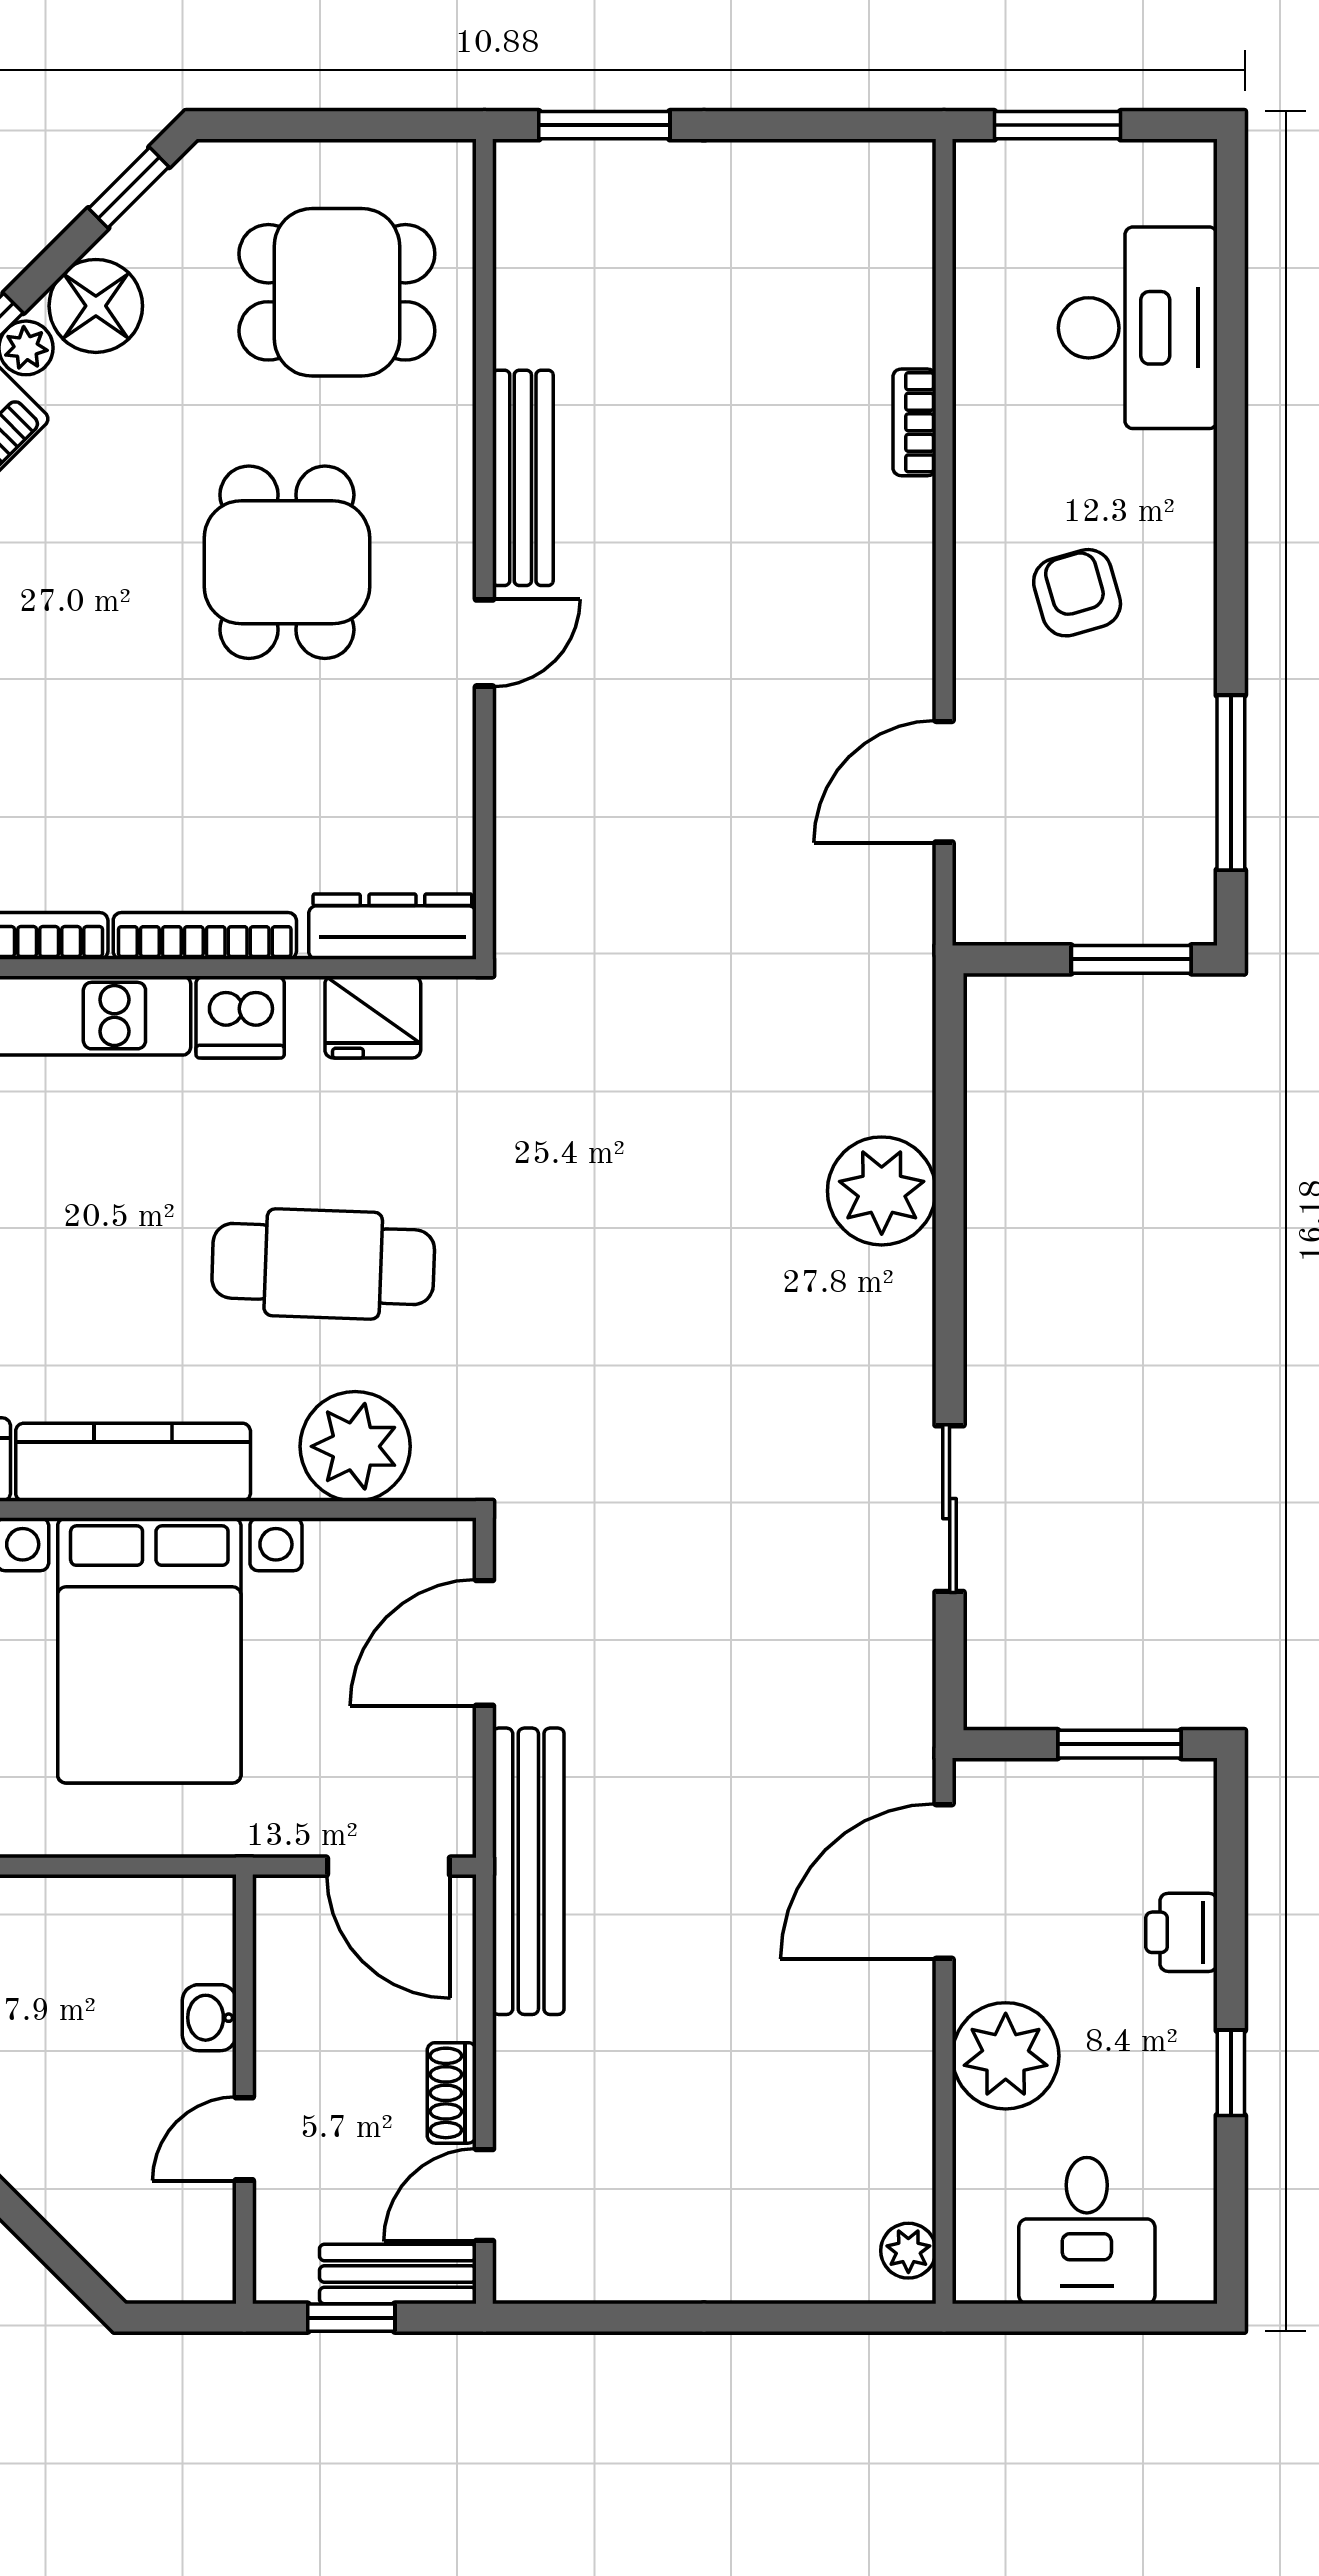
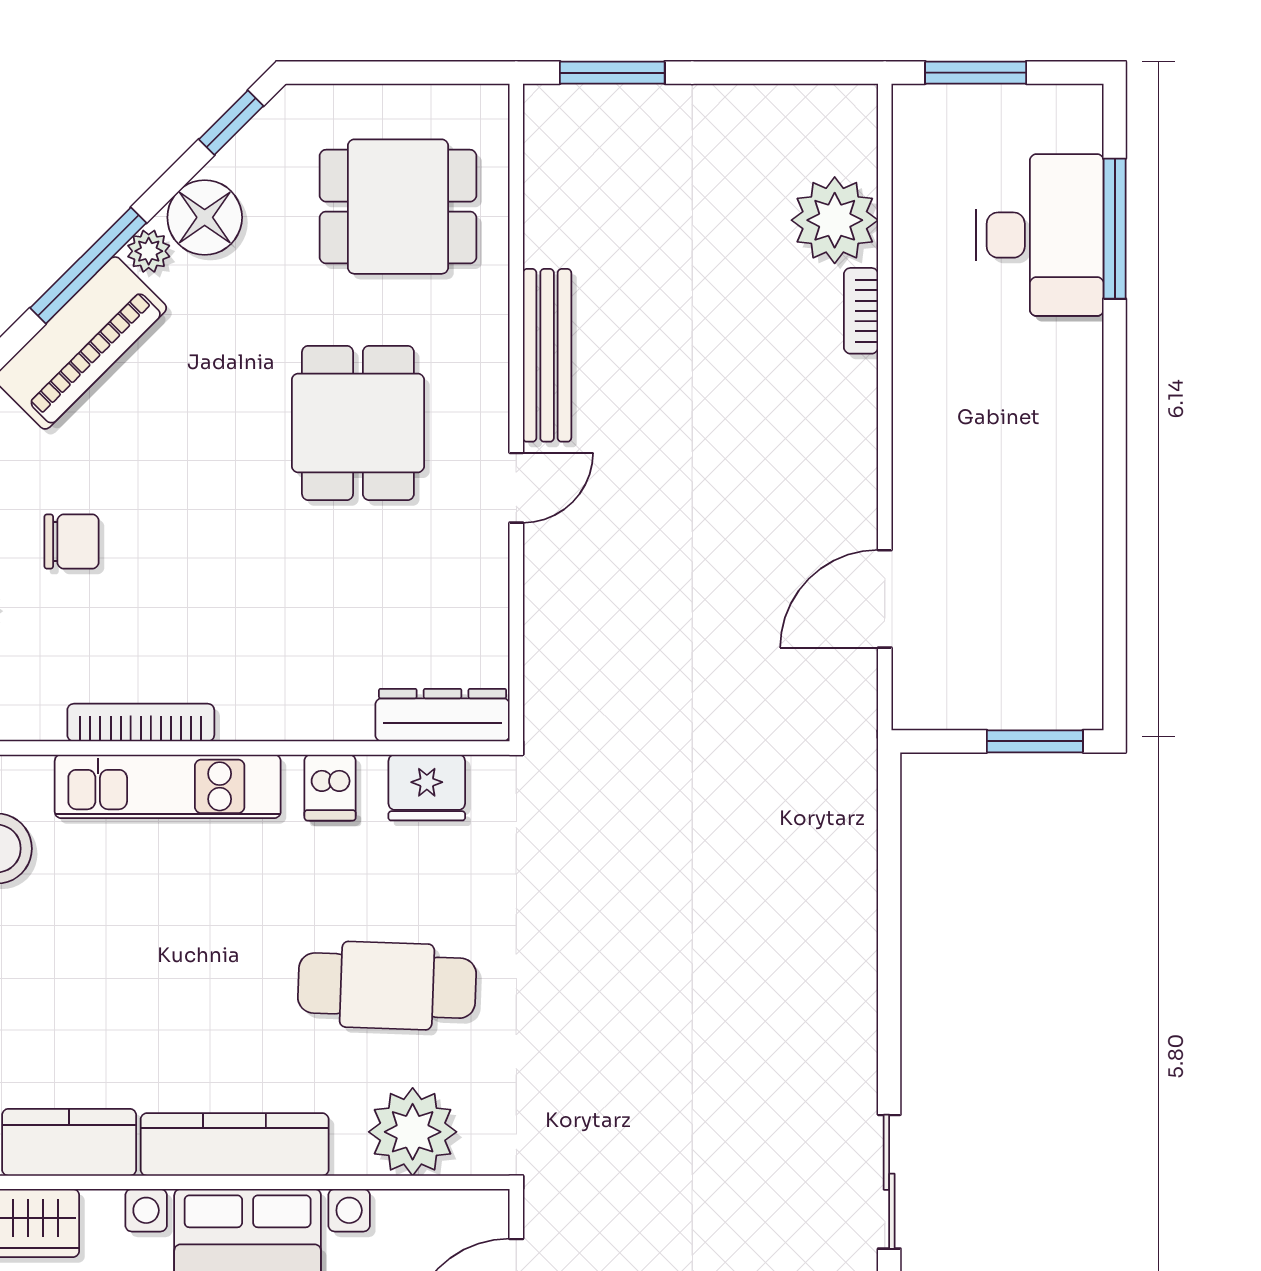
armchair: (1077, 593) -> (991, 447), removed
window: (1231, 783) -> (1115, 229), moved
bookcase: (205, 936) -> (292, 723), removed
dishwasher: (240, 1017) -> (330, 788), width x0.73
plant: (882, 1191) -> (835, 220), moved

